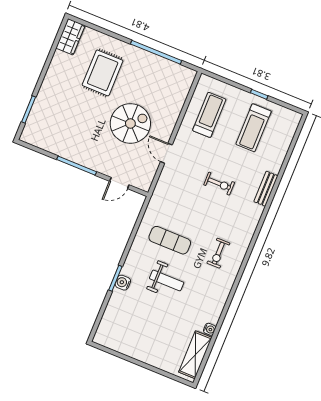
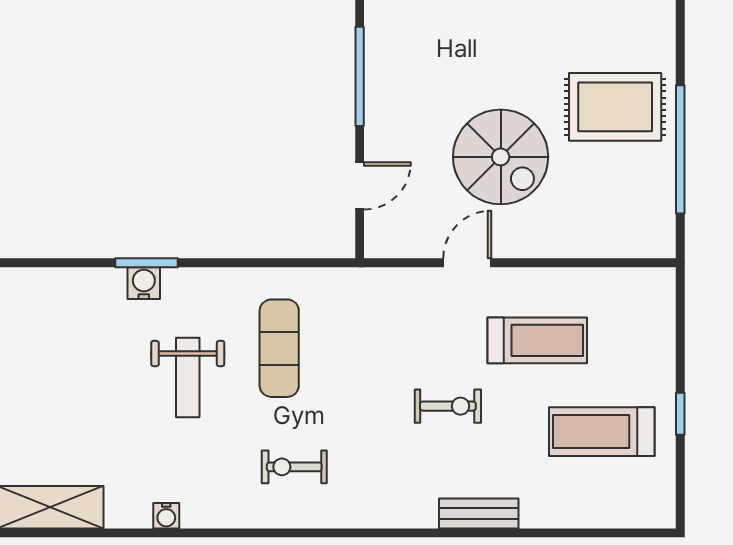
rug: (103, 73) -> (615, 107), moved
treadmill: (209, 115) -> (537, 340), moved
door: (119, 183) -> (360, 186), swing flipped
exercise bike: (219, 184) -> (448, 406), turned -90
water cooler: (210, 329) -> (166, 516), moved

